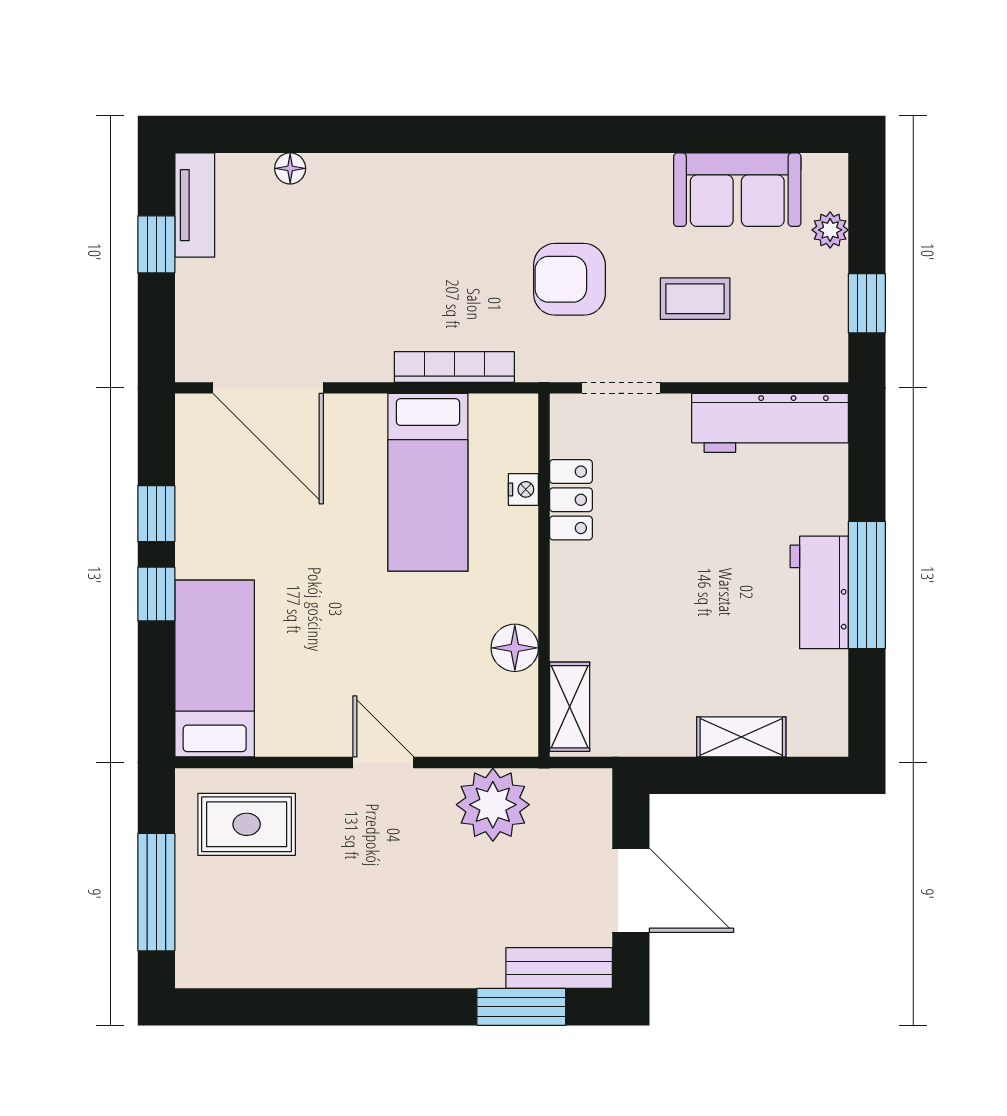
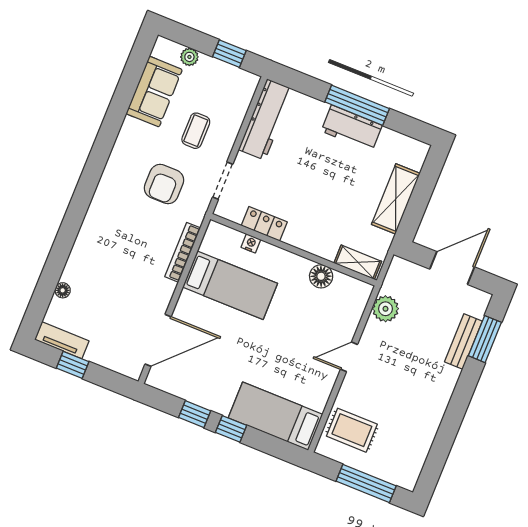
shelving: (741, 737) -> (396, 199), width x1.50, depth x1.33
plant: (493, 805) -> (385, 309), width x0.73, depth x0.73
rug: (247, 824) -> (352, 430), turned 90
bench: (559, 968) -> (463, 341), moved

